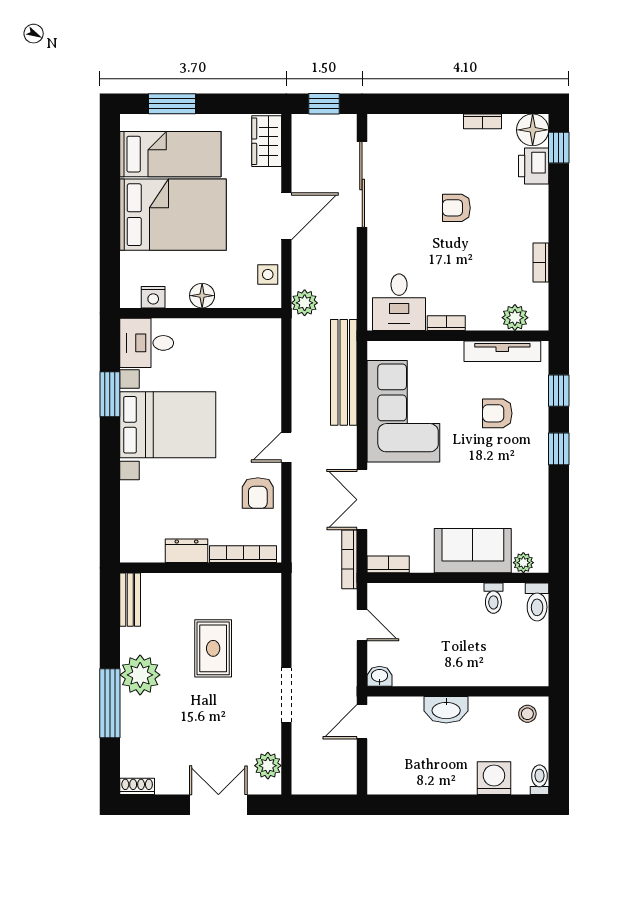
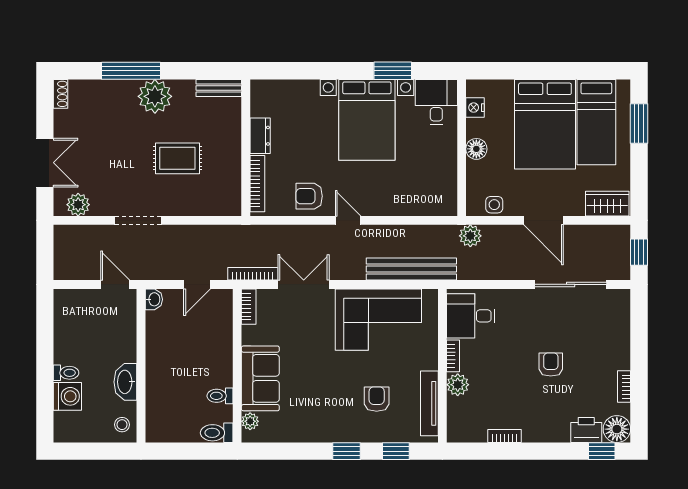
plant: (515, 318) -> (458, 385), moved
washbasin: (446, 710) -> (125, 382), moved
toilet: (539, 780) -> (66, 373), moved

